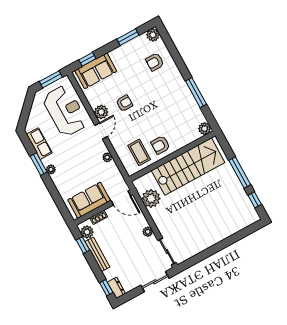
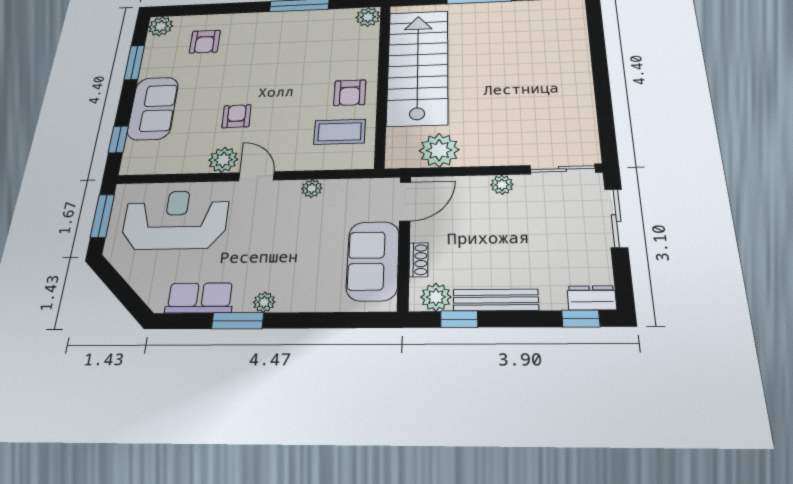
sofa: (96, 71) -> (153, 108), moved

